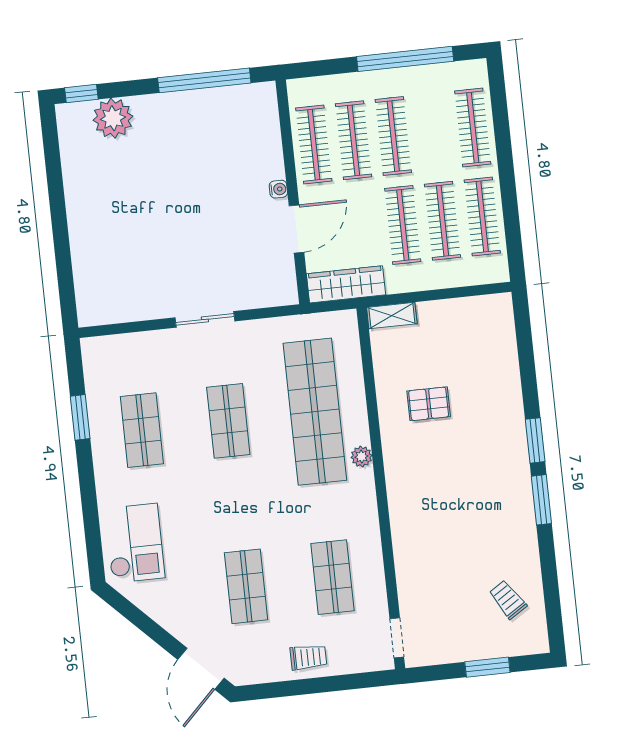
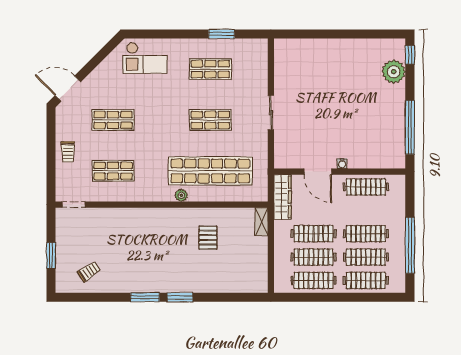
clothes rail: (354, 140) -> (366, 257), moved

